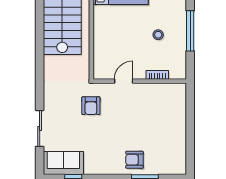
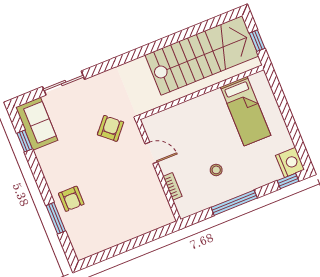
armchair: (91, 106) -> (110, 128), turned 131
armchair: (134, 160) -> (71, 199), turned 180

